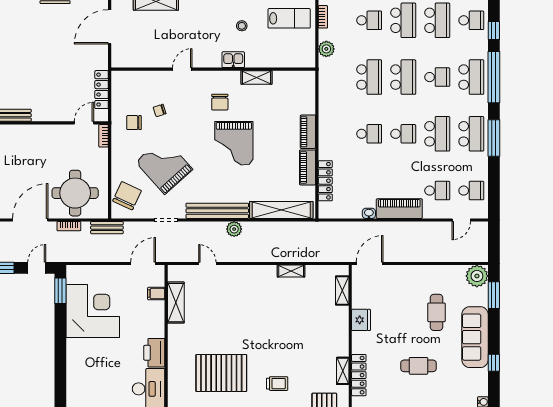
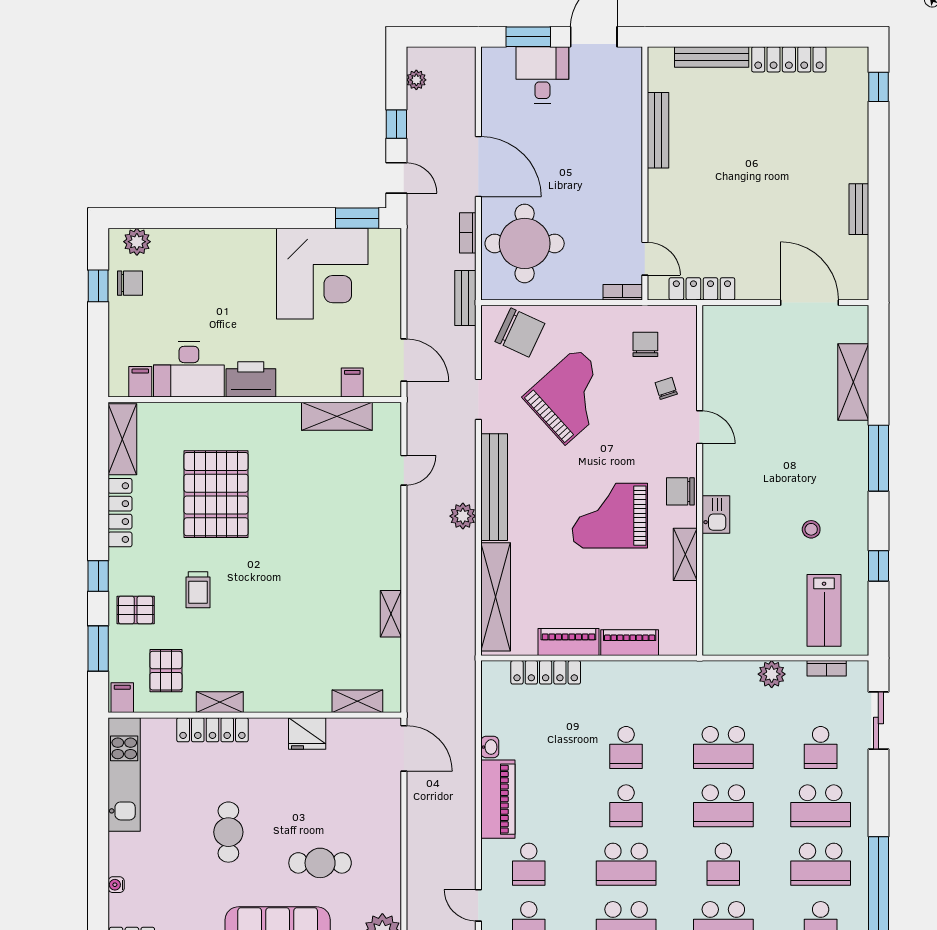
kitchen sink: (233, 60) -> (716, 515), moved
door: (182, 69) -> (700, 427), moved
wall: (213, 69) -> (700, 480), moved
shelving: (256, 78) -> (685, 554), moved

